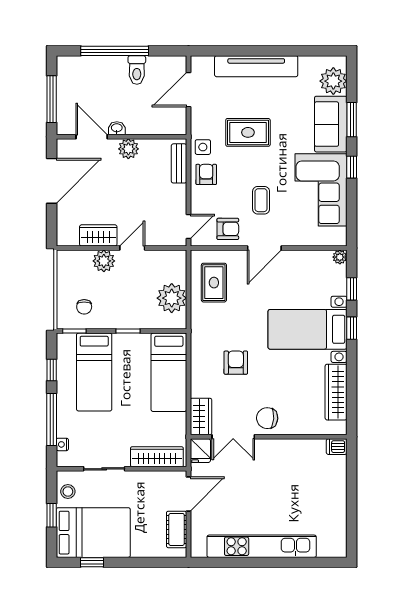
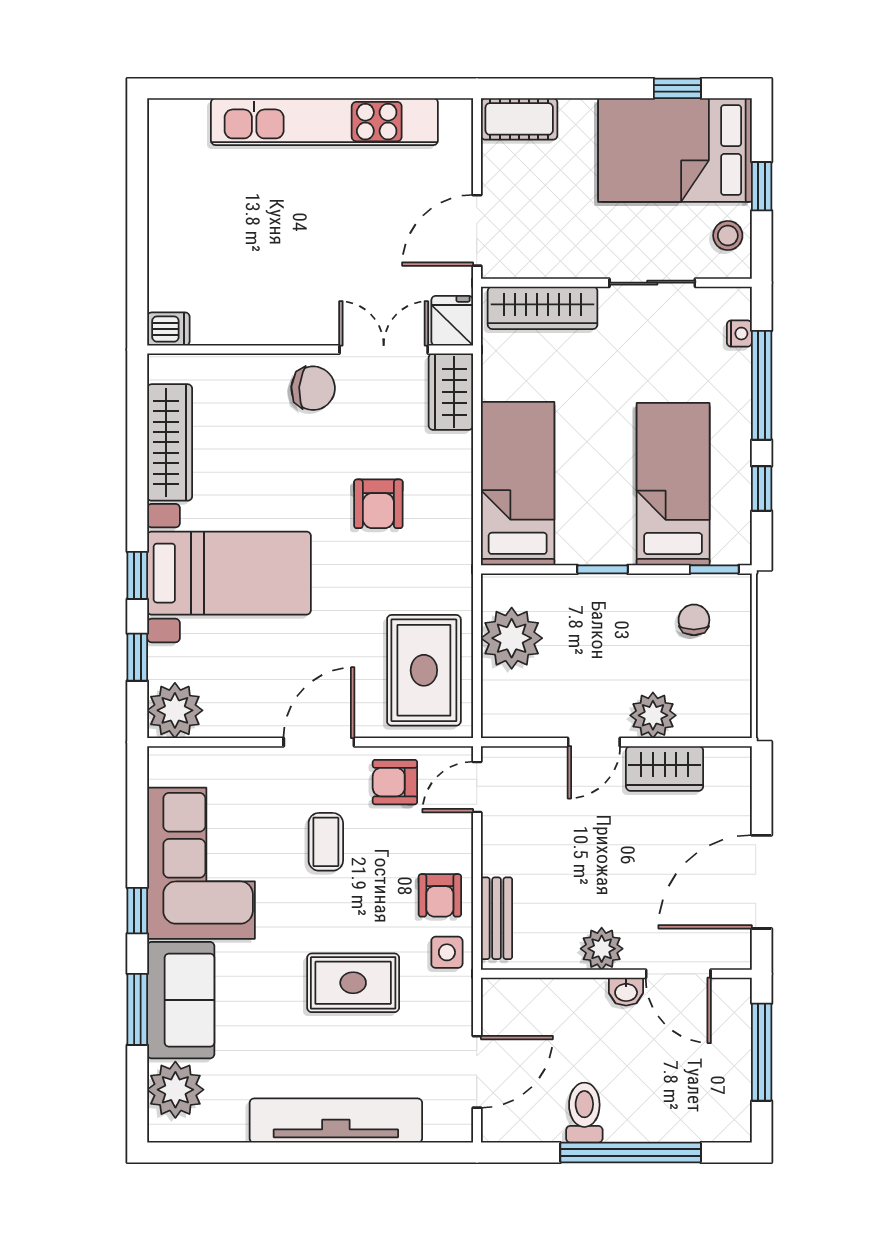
plant: (340, 257) -> (175, 710), width x1.87, depth x1.87
rug: (214, 283) -> (424, 670), width x1.36, depth x1.43
cot: (177, 529) -> (519, 119), moved, turned 90

